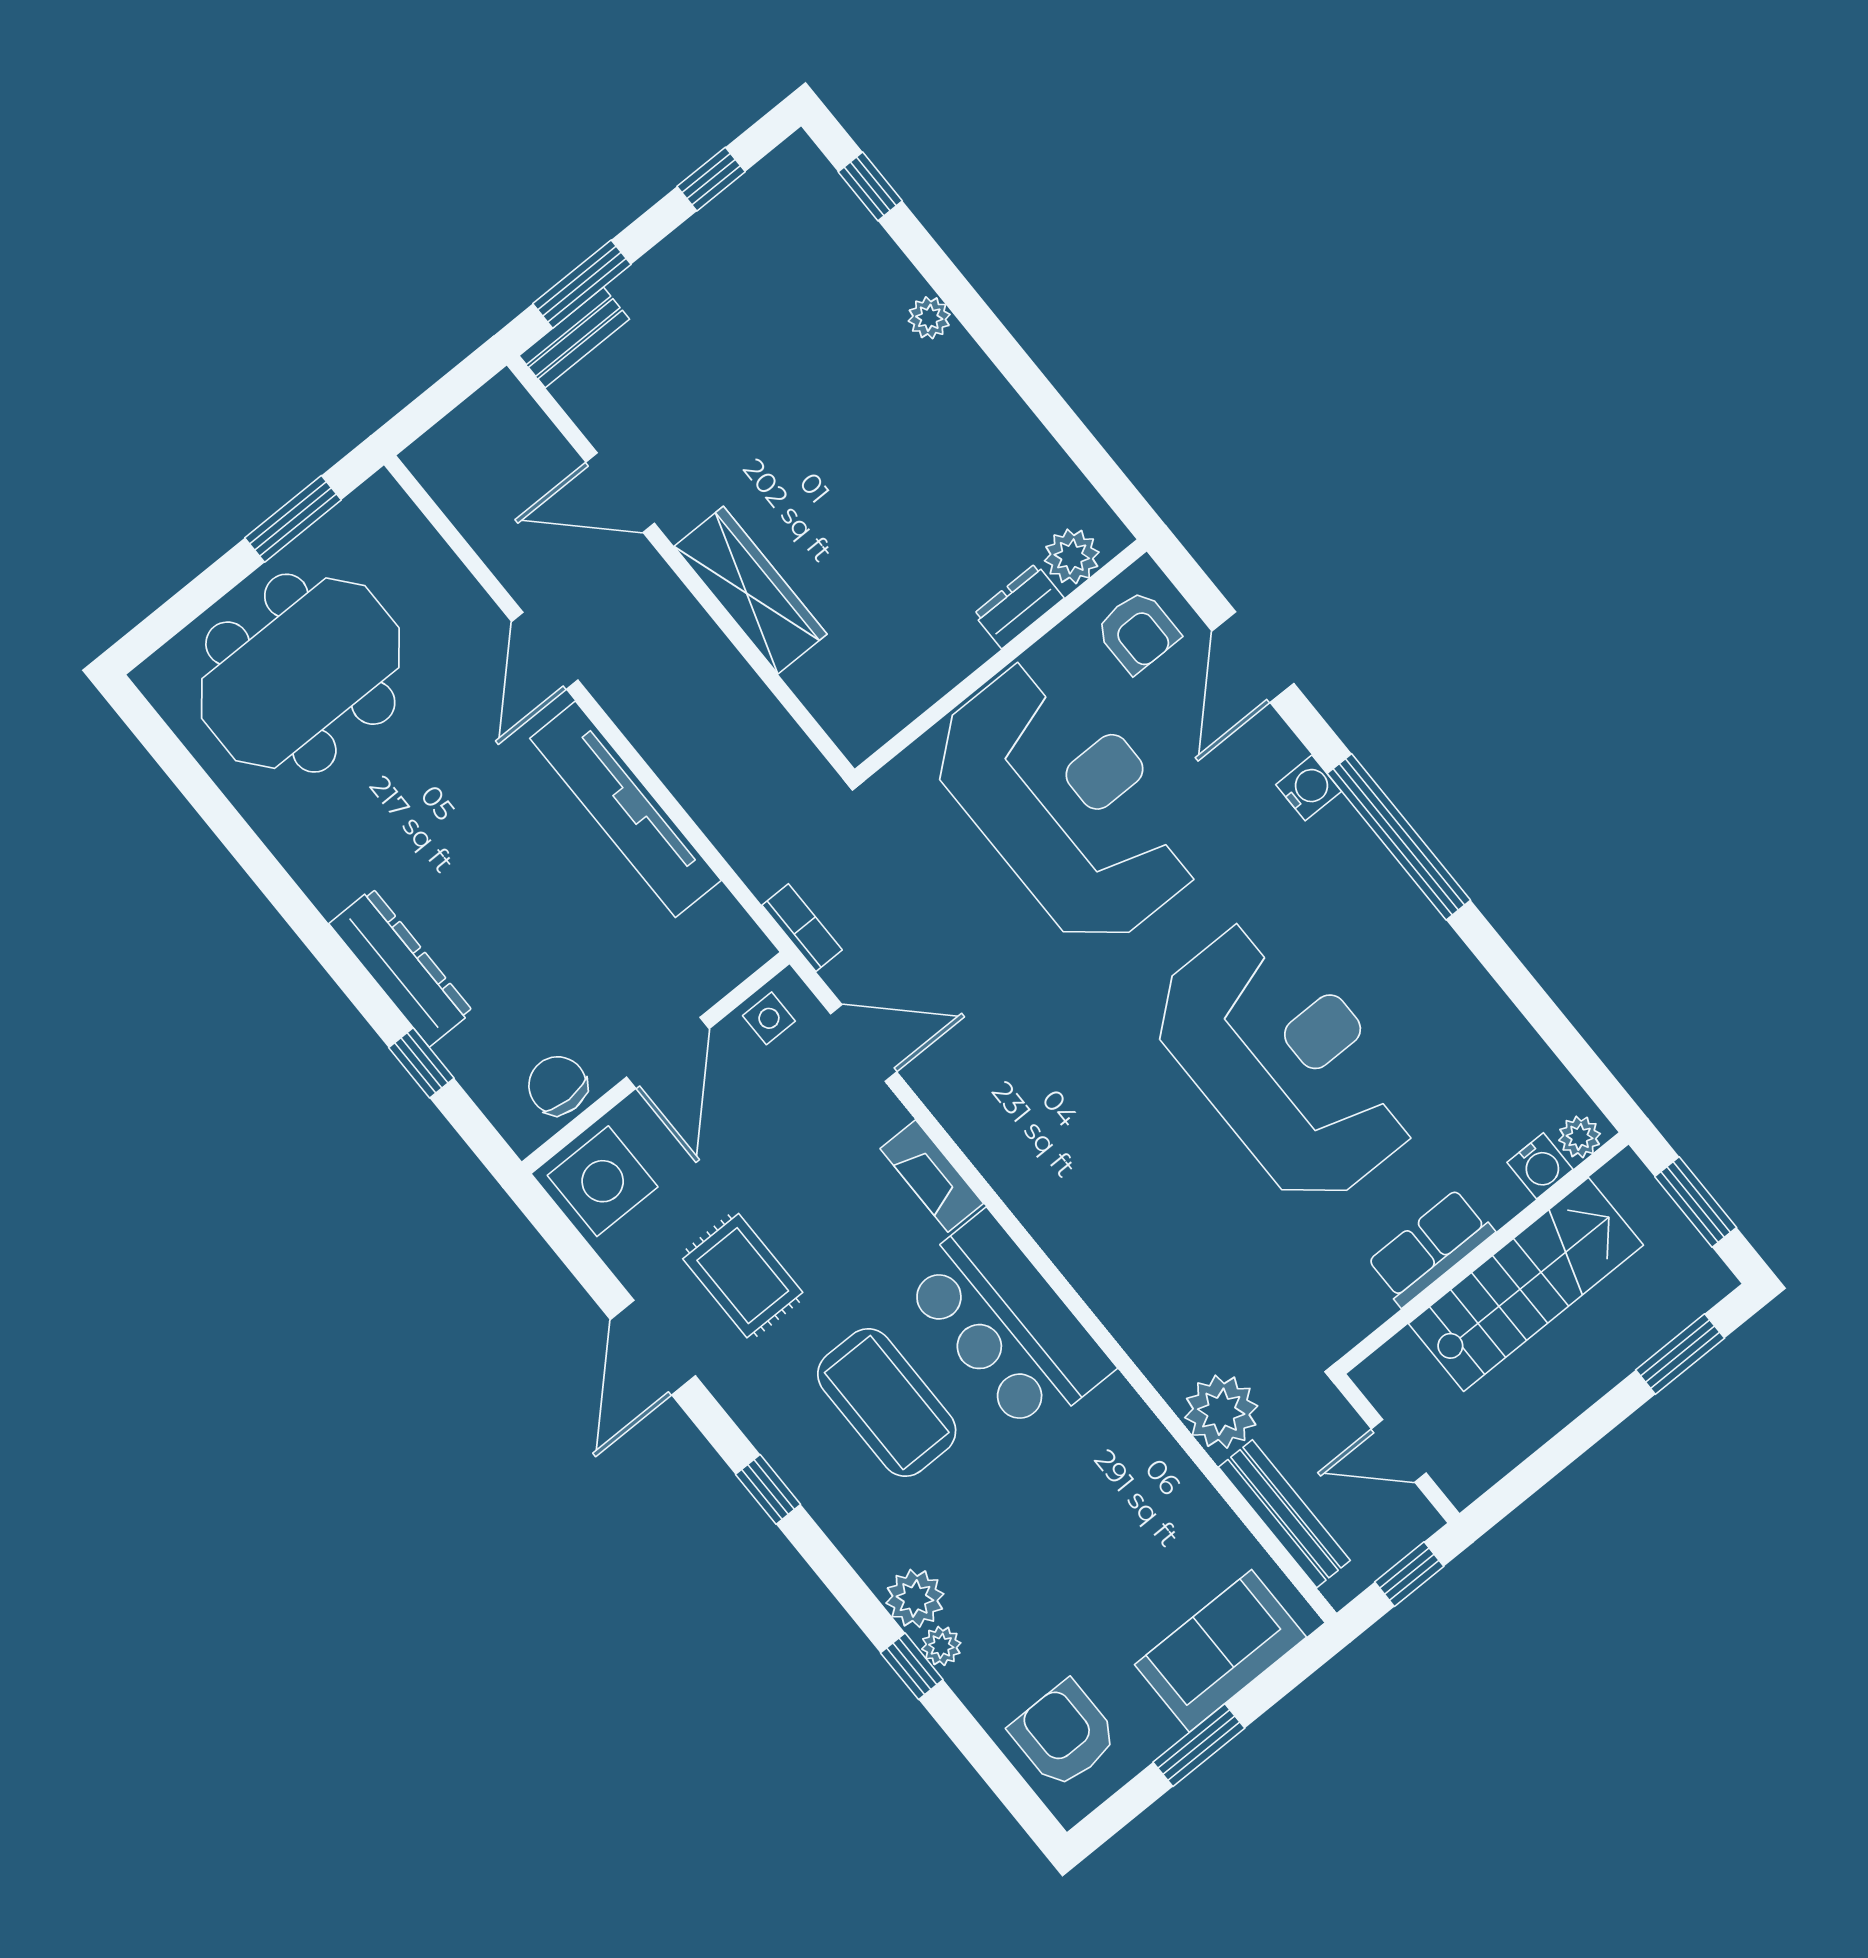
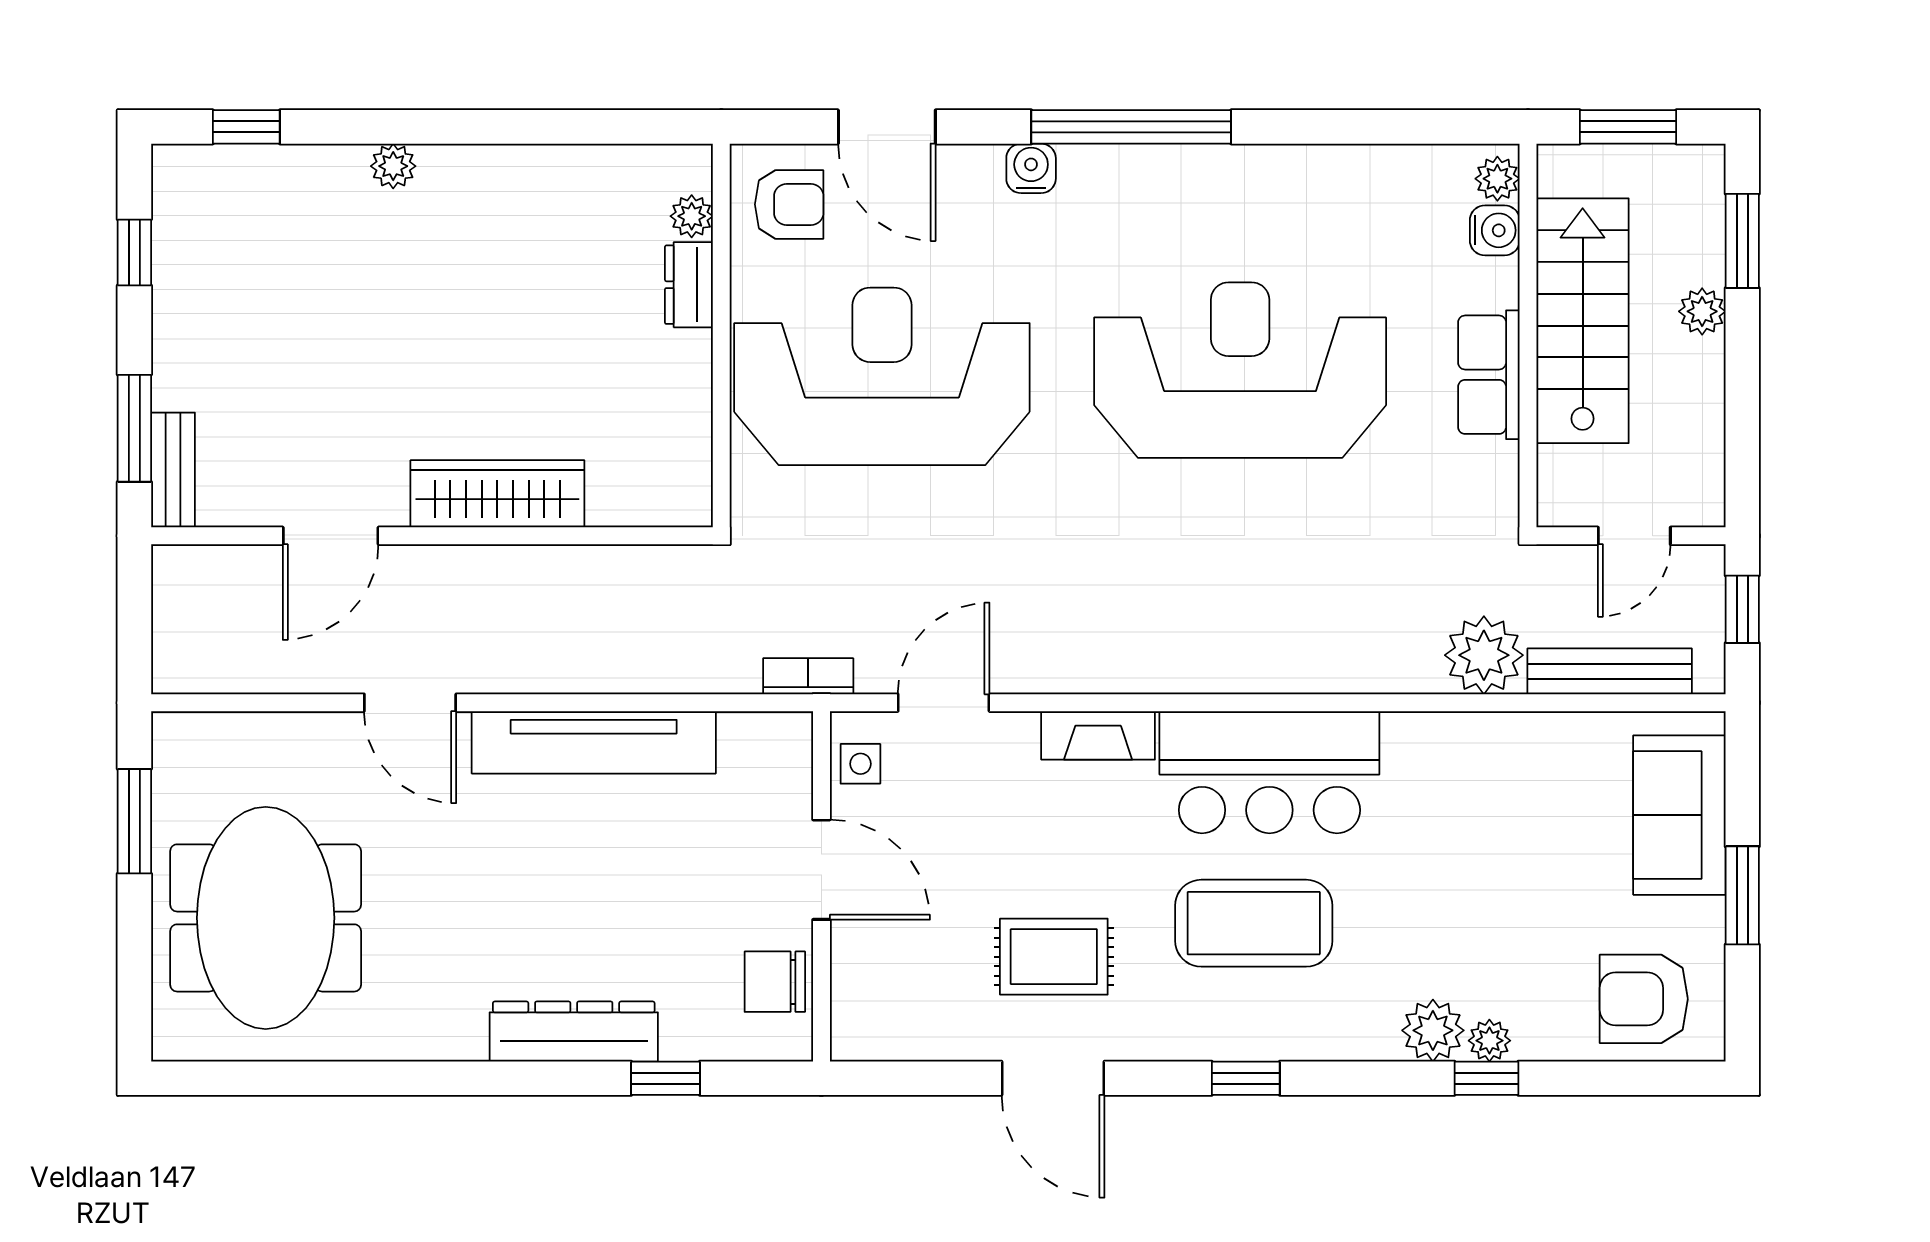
plant: (1072, 556) -> (692, 216), width x0.73, depth x0.73
side table: (603, 1181) -> (883, 1009), removed
plant: (1604, 1367) -> (1702, 311), added

